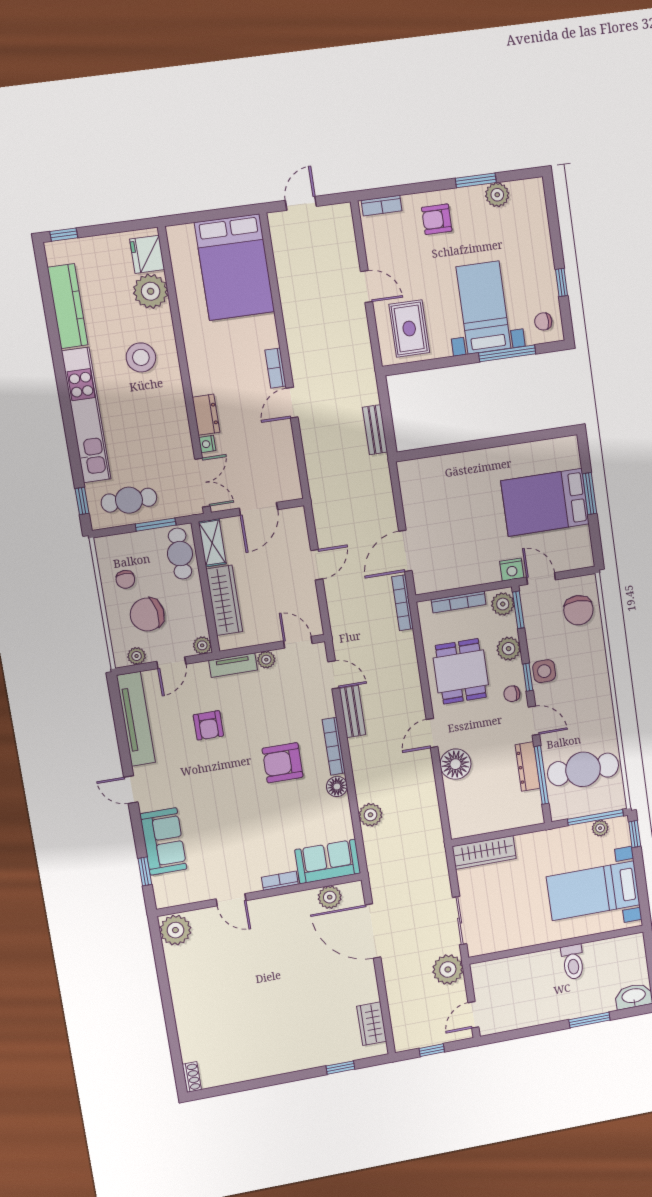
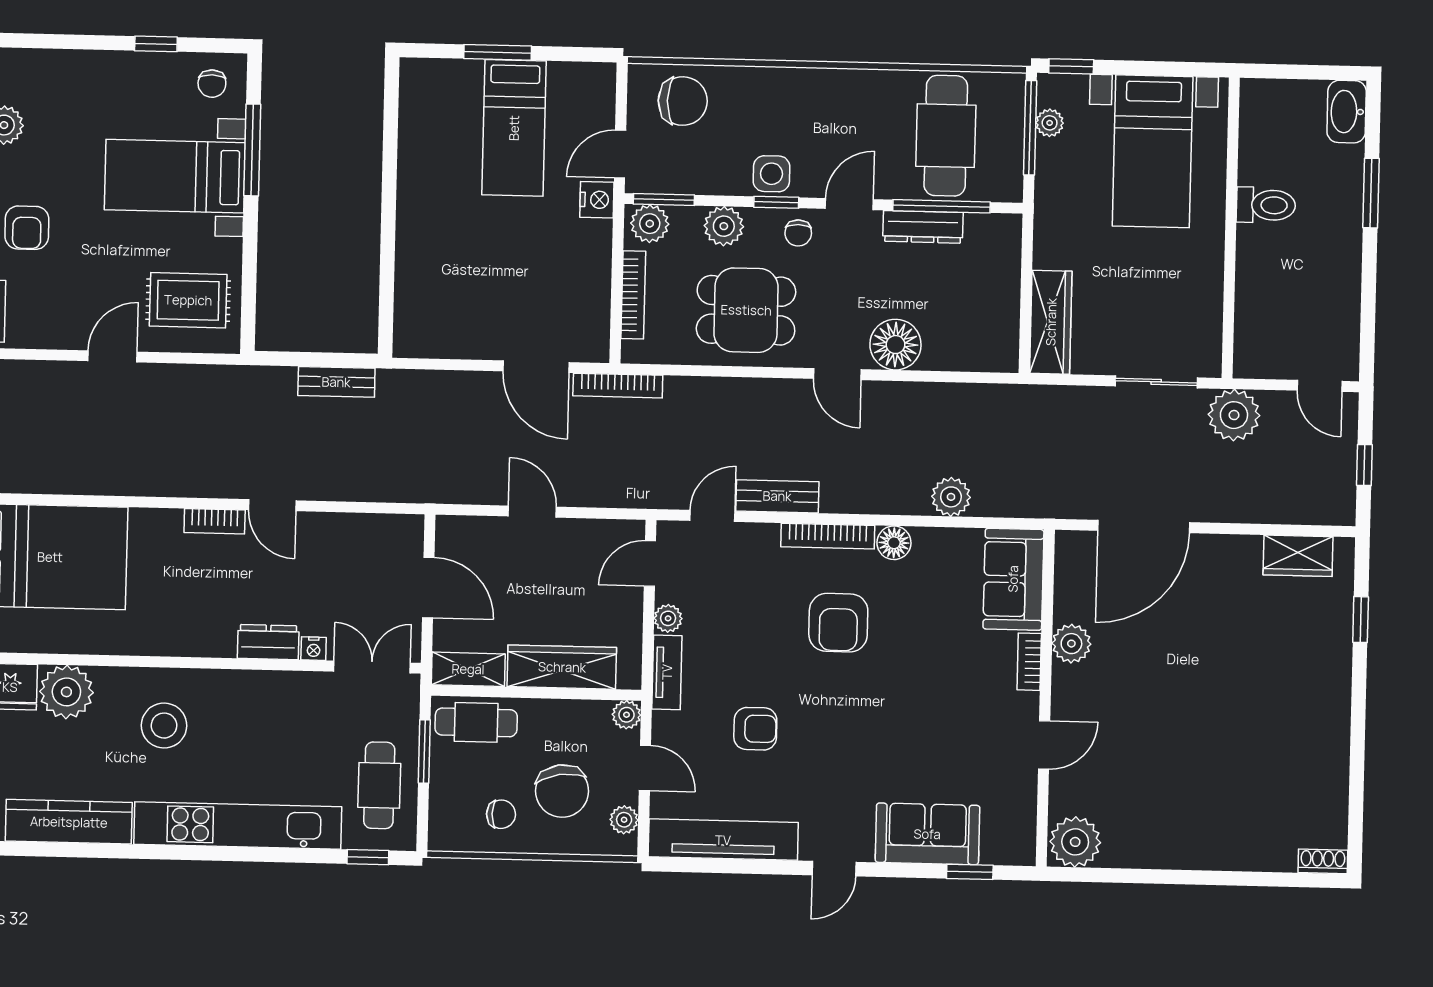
bed: (545, 502) -> (514, 128), width x0.67
plant: (330, 897) -> (1071, 644), moved

